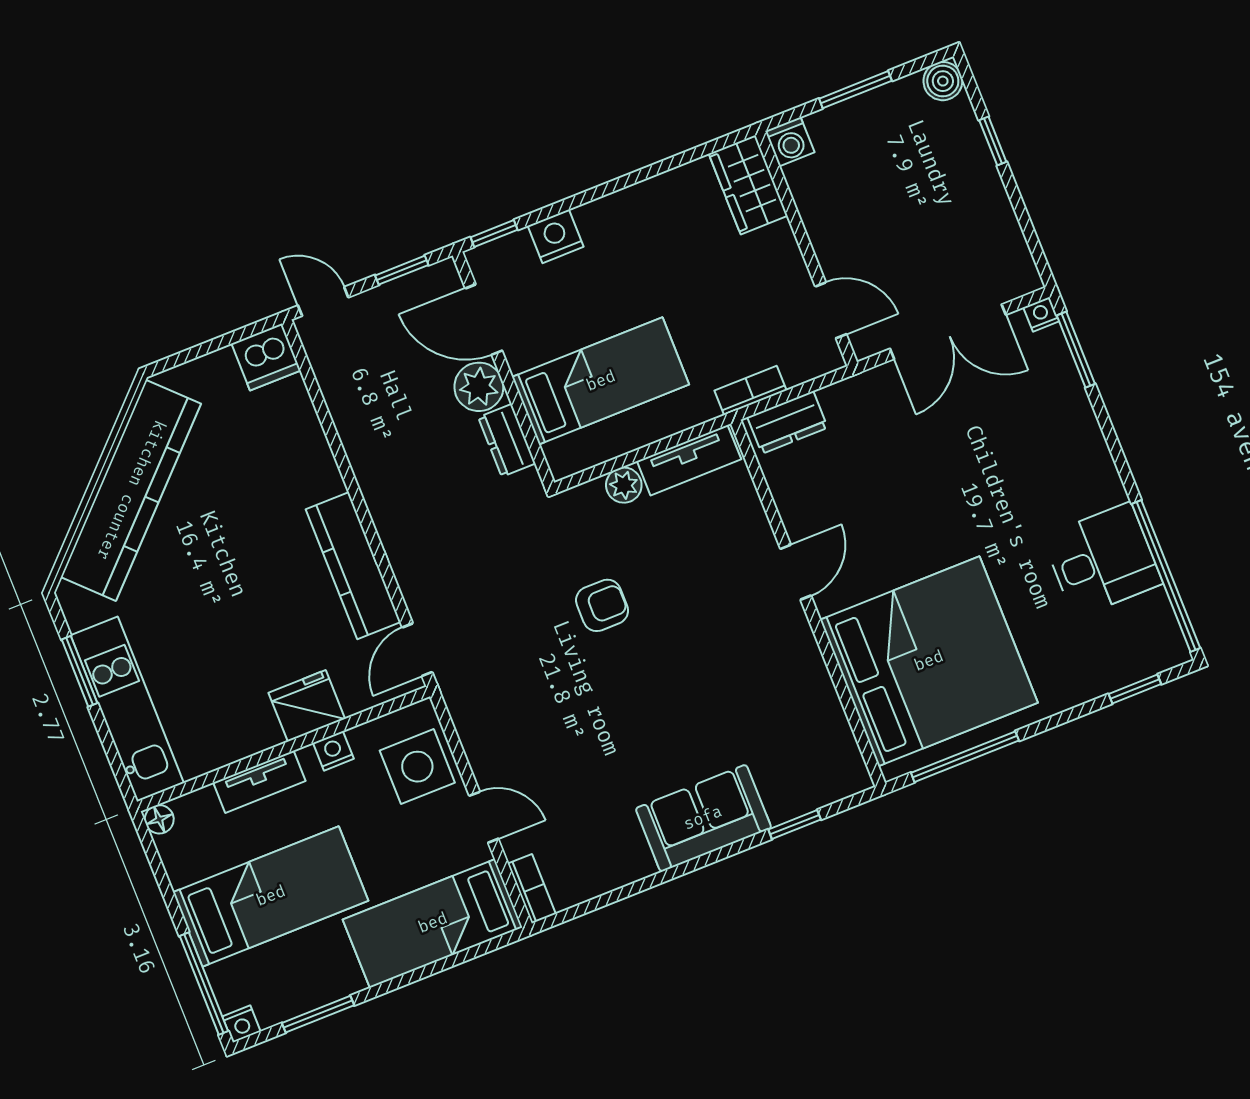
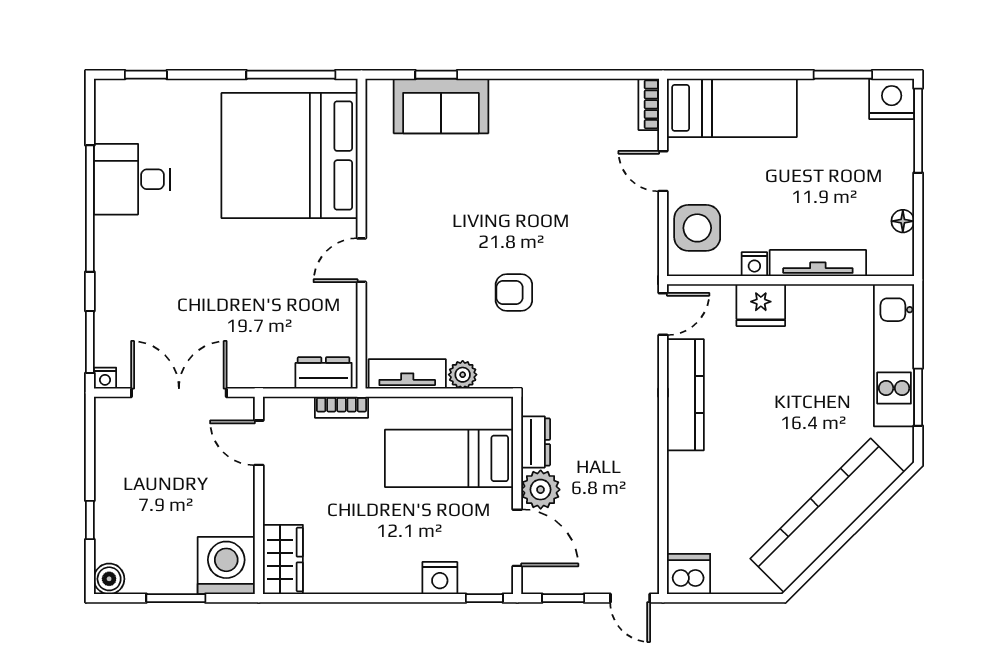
washing machine: (790, 142) -> (226, 566), width x1.89, depth x1.89
window: (1166, 576) -> (90, 209), moved
tv unit: (259, 782) -> (818, 263), width x1.41
sofa: (703, 818) -> (441, 106), moved
floor lamp: (159, 819) -> (903, 221), moved
bed: (271, 896) -> (843, 175), removed
nightstand: (241, 1024) -> (892, 99), width x1.89, depth x1.79

